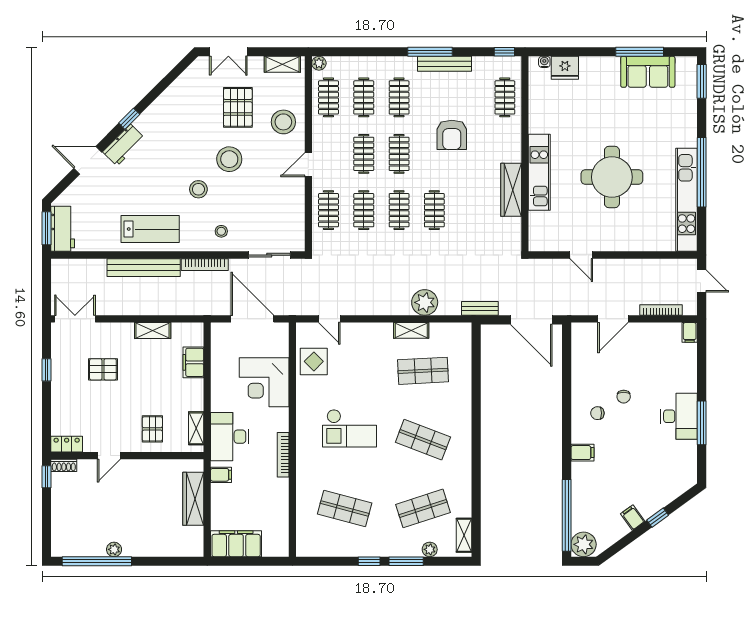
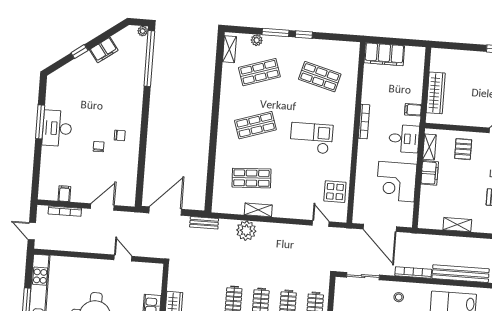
door: (531, 320) -> (165, 211), hinge flipped
filing cabinet: (690, 332) -> (64, 194), moved
filing cabinet: (193, 362) -> (430, 173), moved
corner desk: (264, 382) -> (396, 182), moved, turned 180
desk: (230, 437) -> (404, 139), width x0.73
shop shelf: (423, 440) -> (255, 125), turned -39
filing cabinet: (582, 453) -> (133, 106), removed
filing cabinet: (633, 517) -> (104, 50), width x2.00
filing cabinet: (236, 544) -> (384, 54), moved
plant: (584, 544) -> (143, 31), width x0.53, depth x0.53

